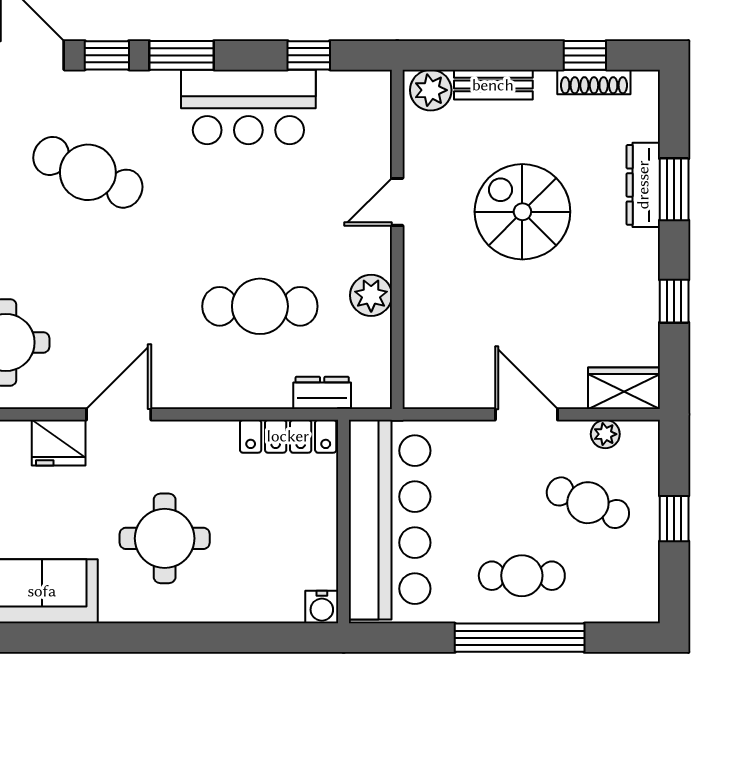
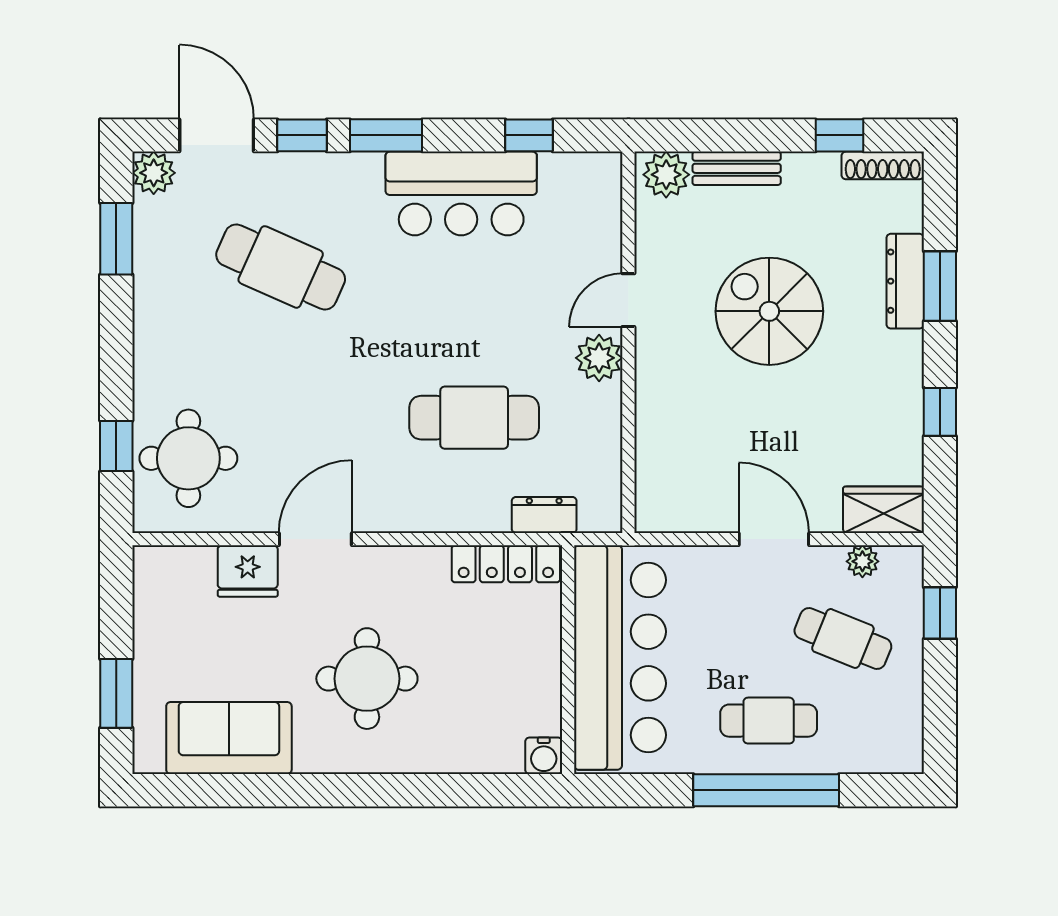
shoe rack: (594, 82) -> (883, 165), moved
plant: (371, 295) -> (599, 358), moved
window: (674, 519) -> (940, 613), moved

